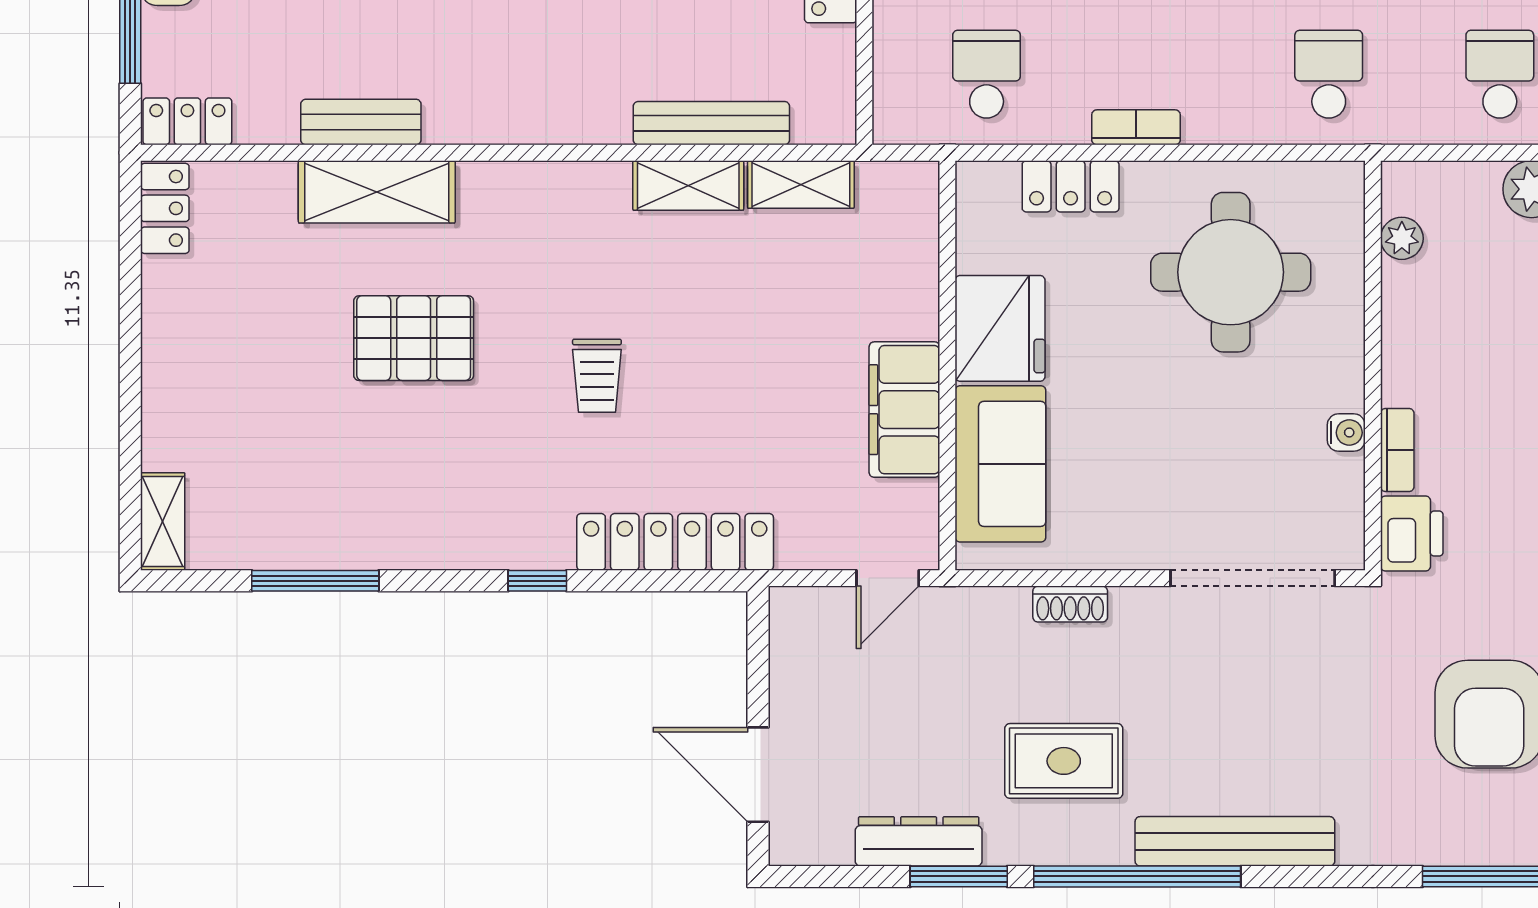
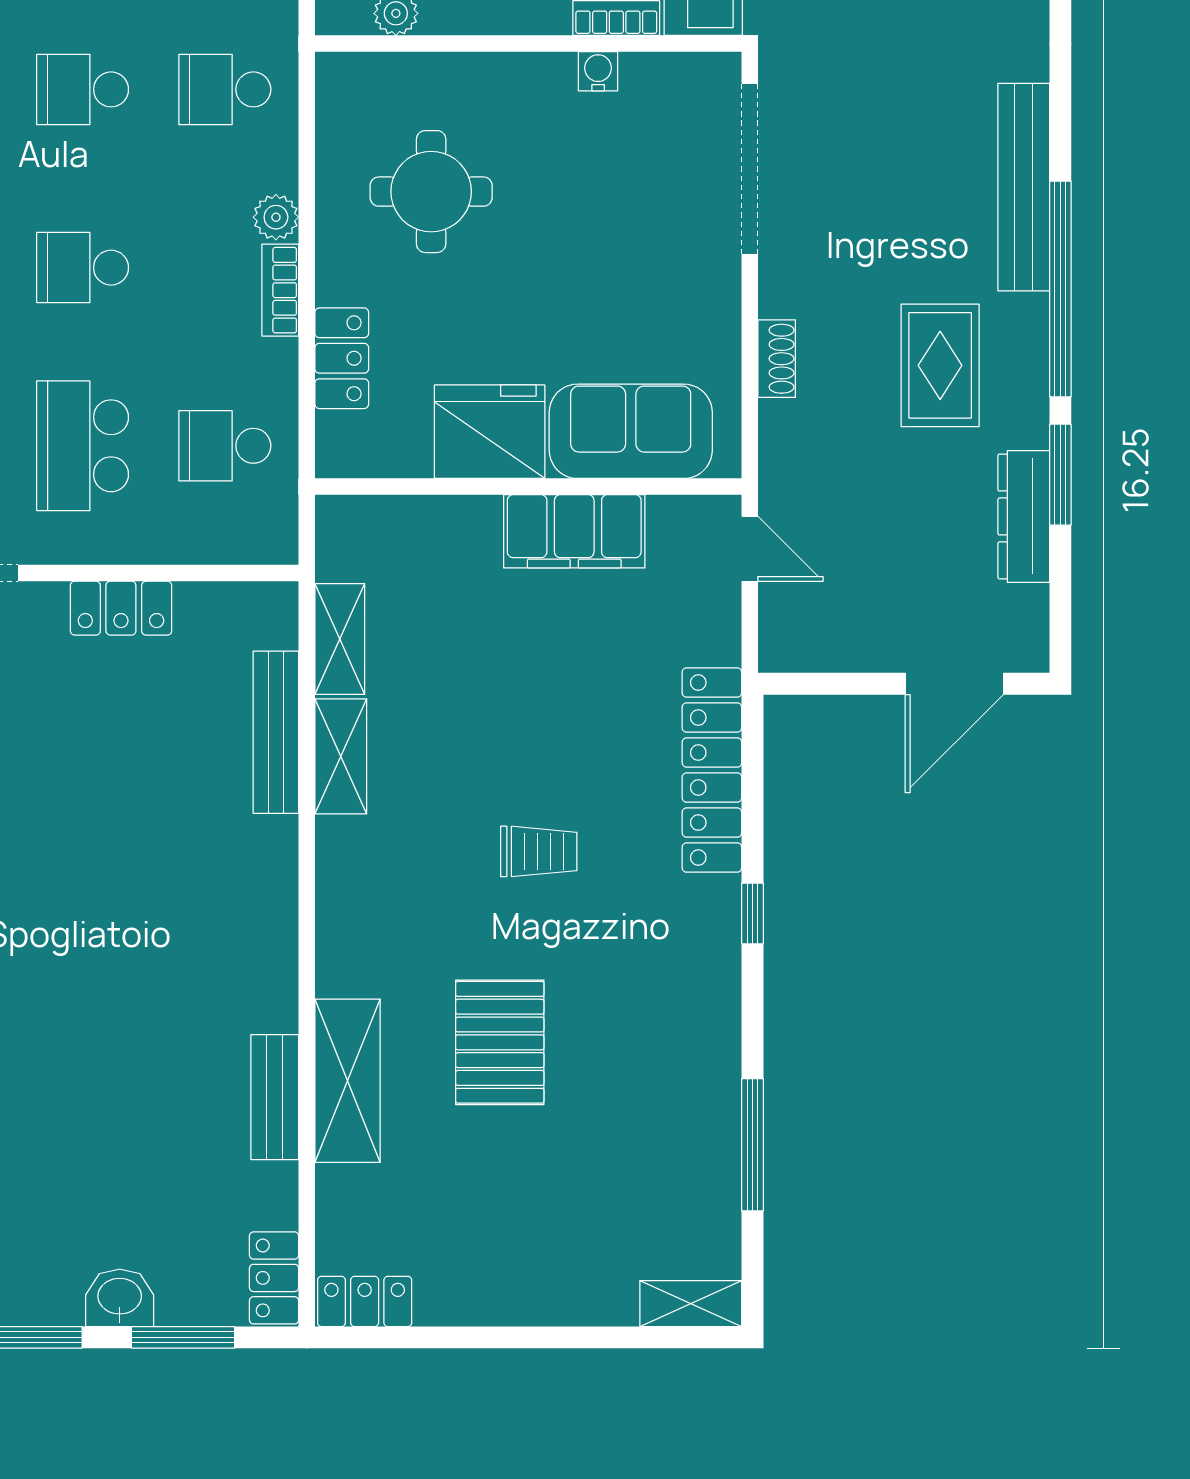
plant: (1206, 123) -> (276, 217), added
round table: (1231, 272) -> (431, 192), width x0.73, depth x0.73

